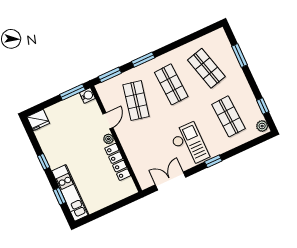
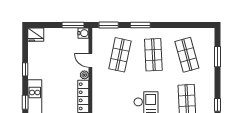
door: (108, 121) -> (90, 60), swing flipped

